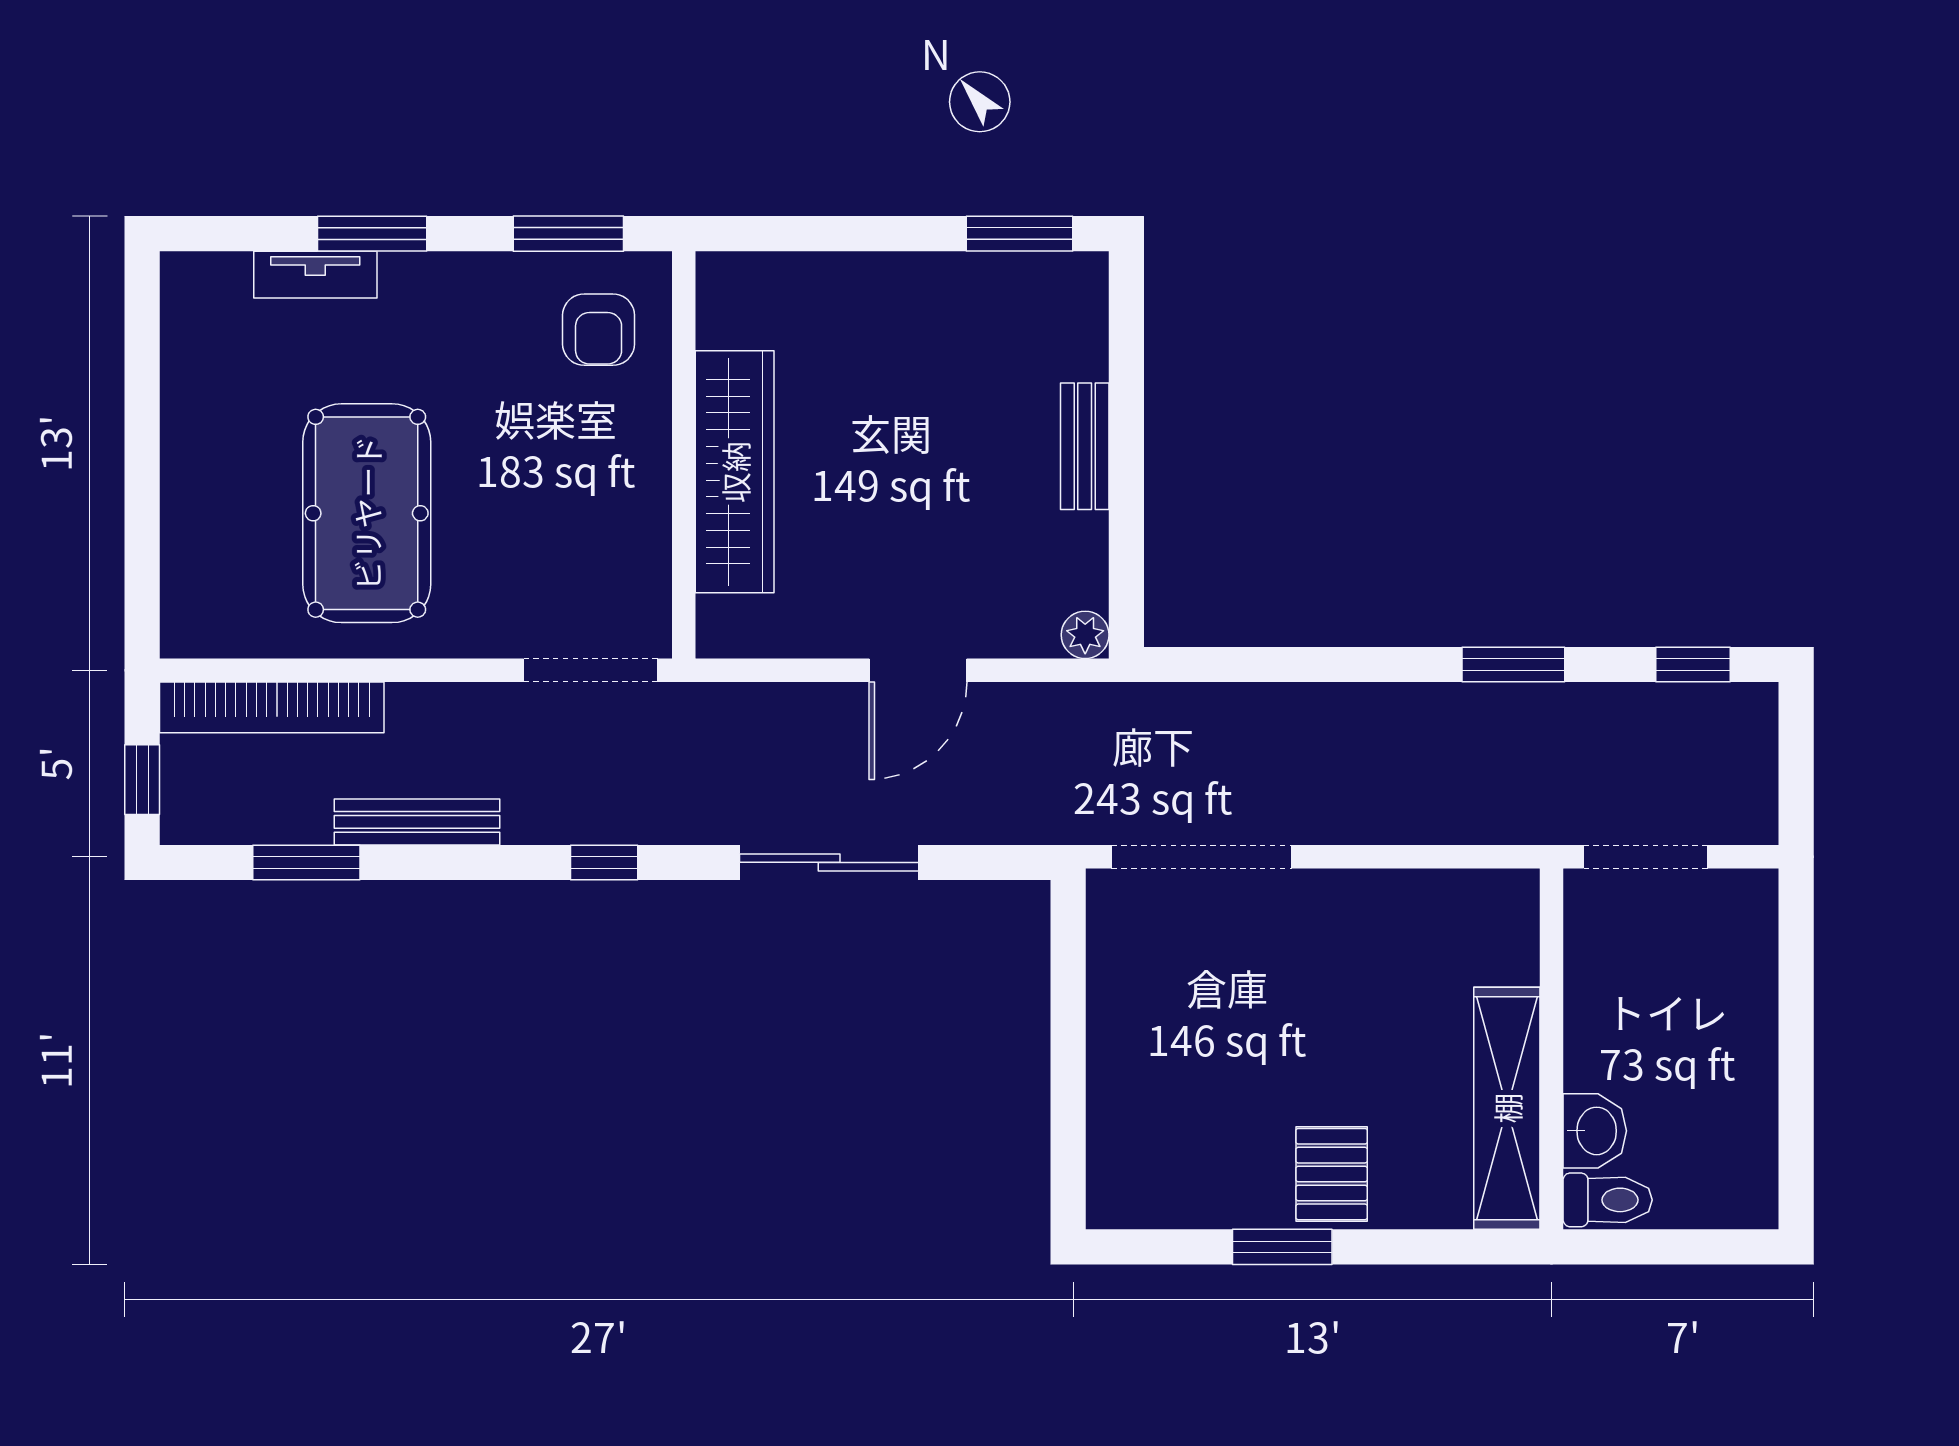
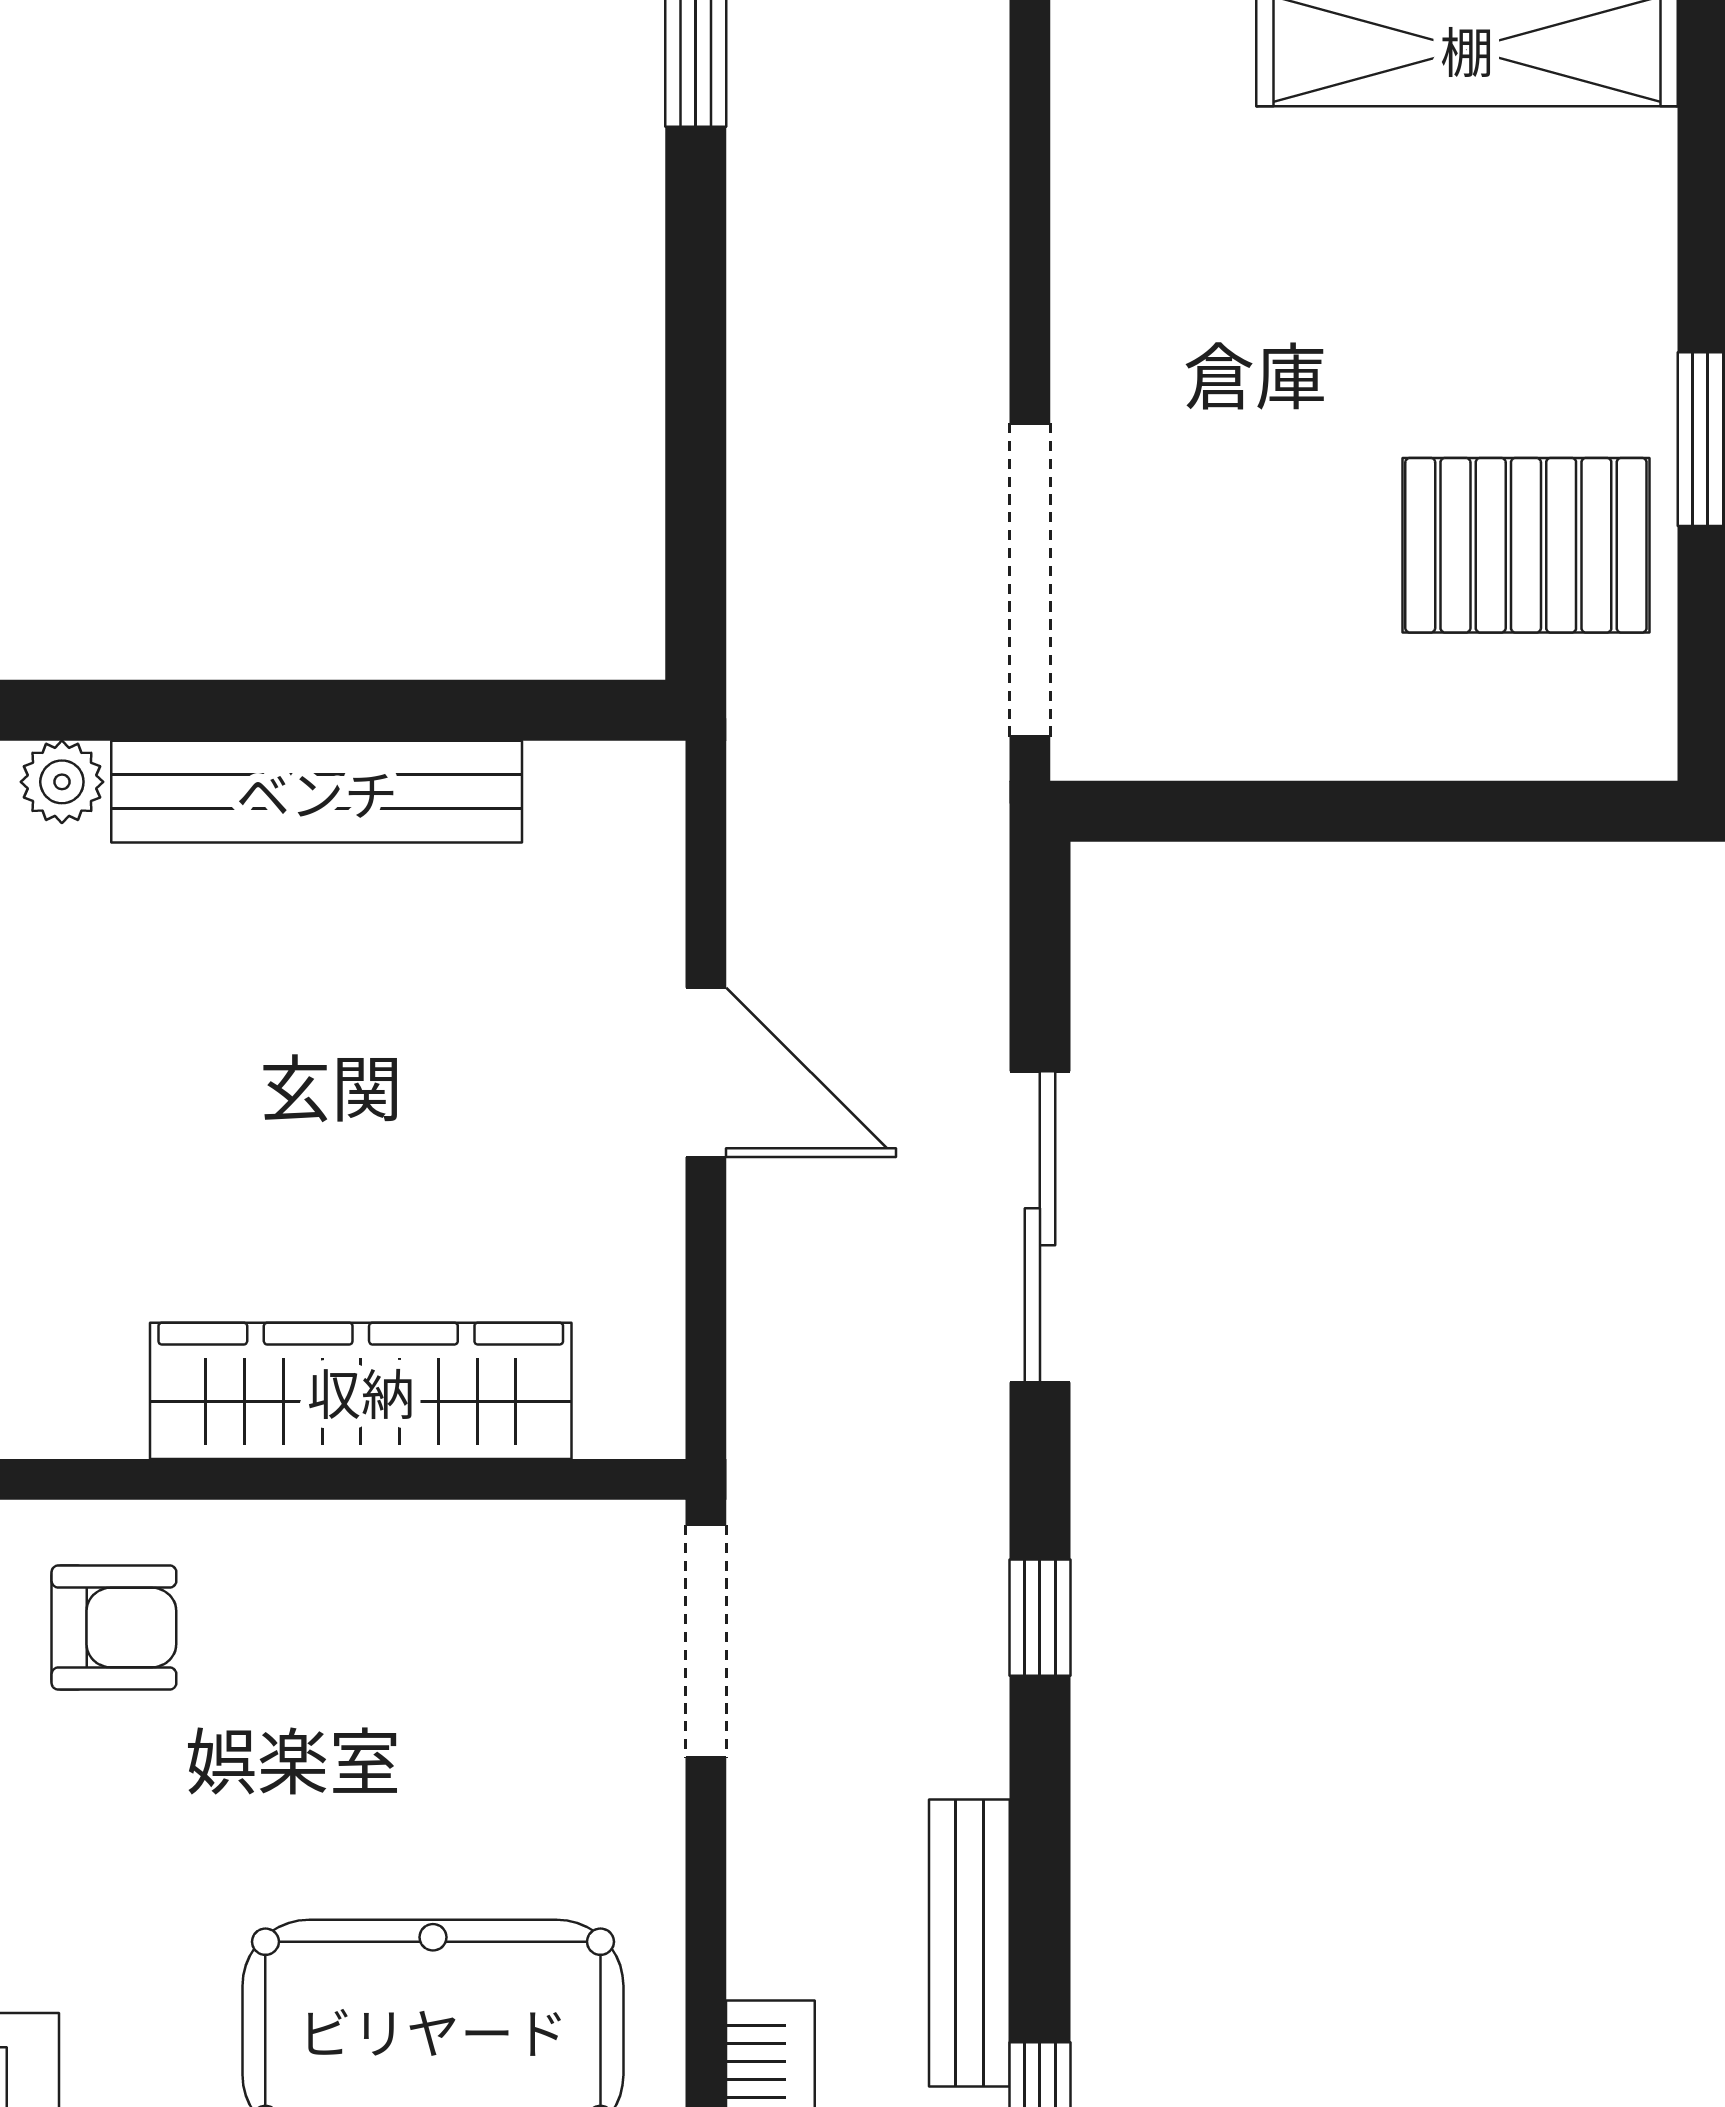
bench: (1085, 446) -> (317, 792), width x1.86, depth x1.21
plant: (1085, 635) -> (62, 782), moved
pallet: (1332, 1174) -> (1526, 545), moved, width x1.50, depth x1.42

